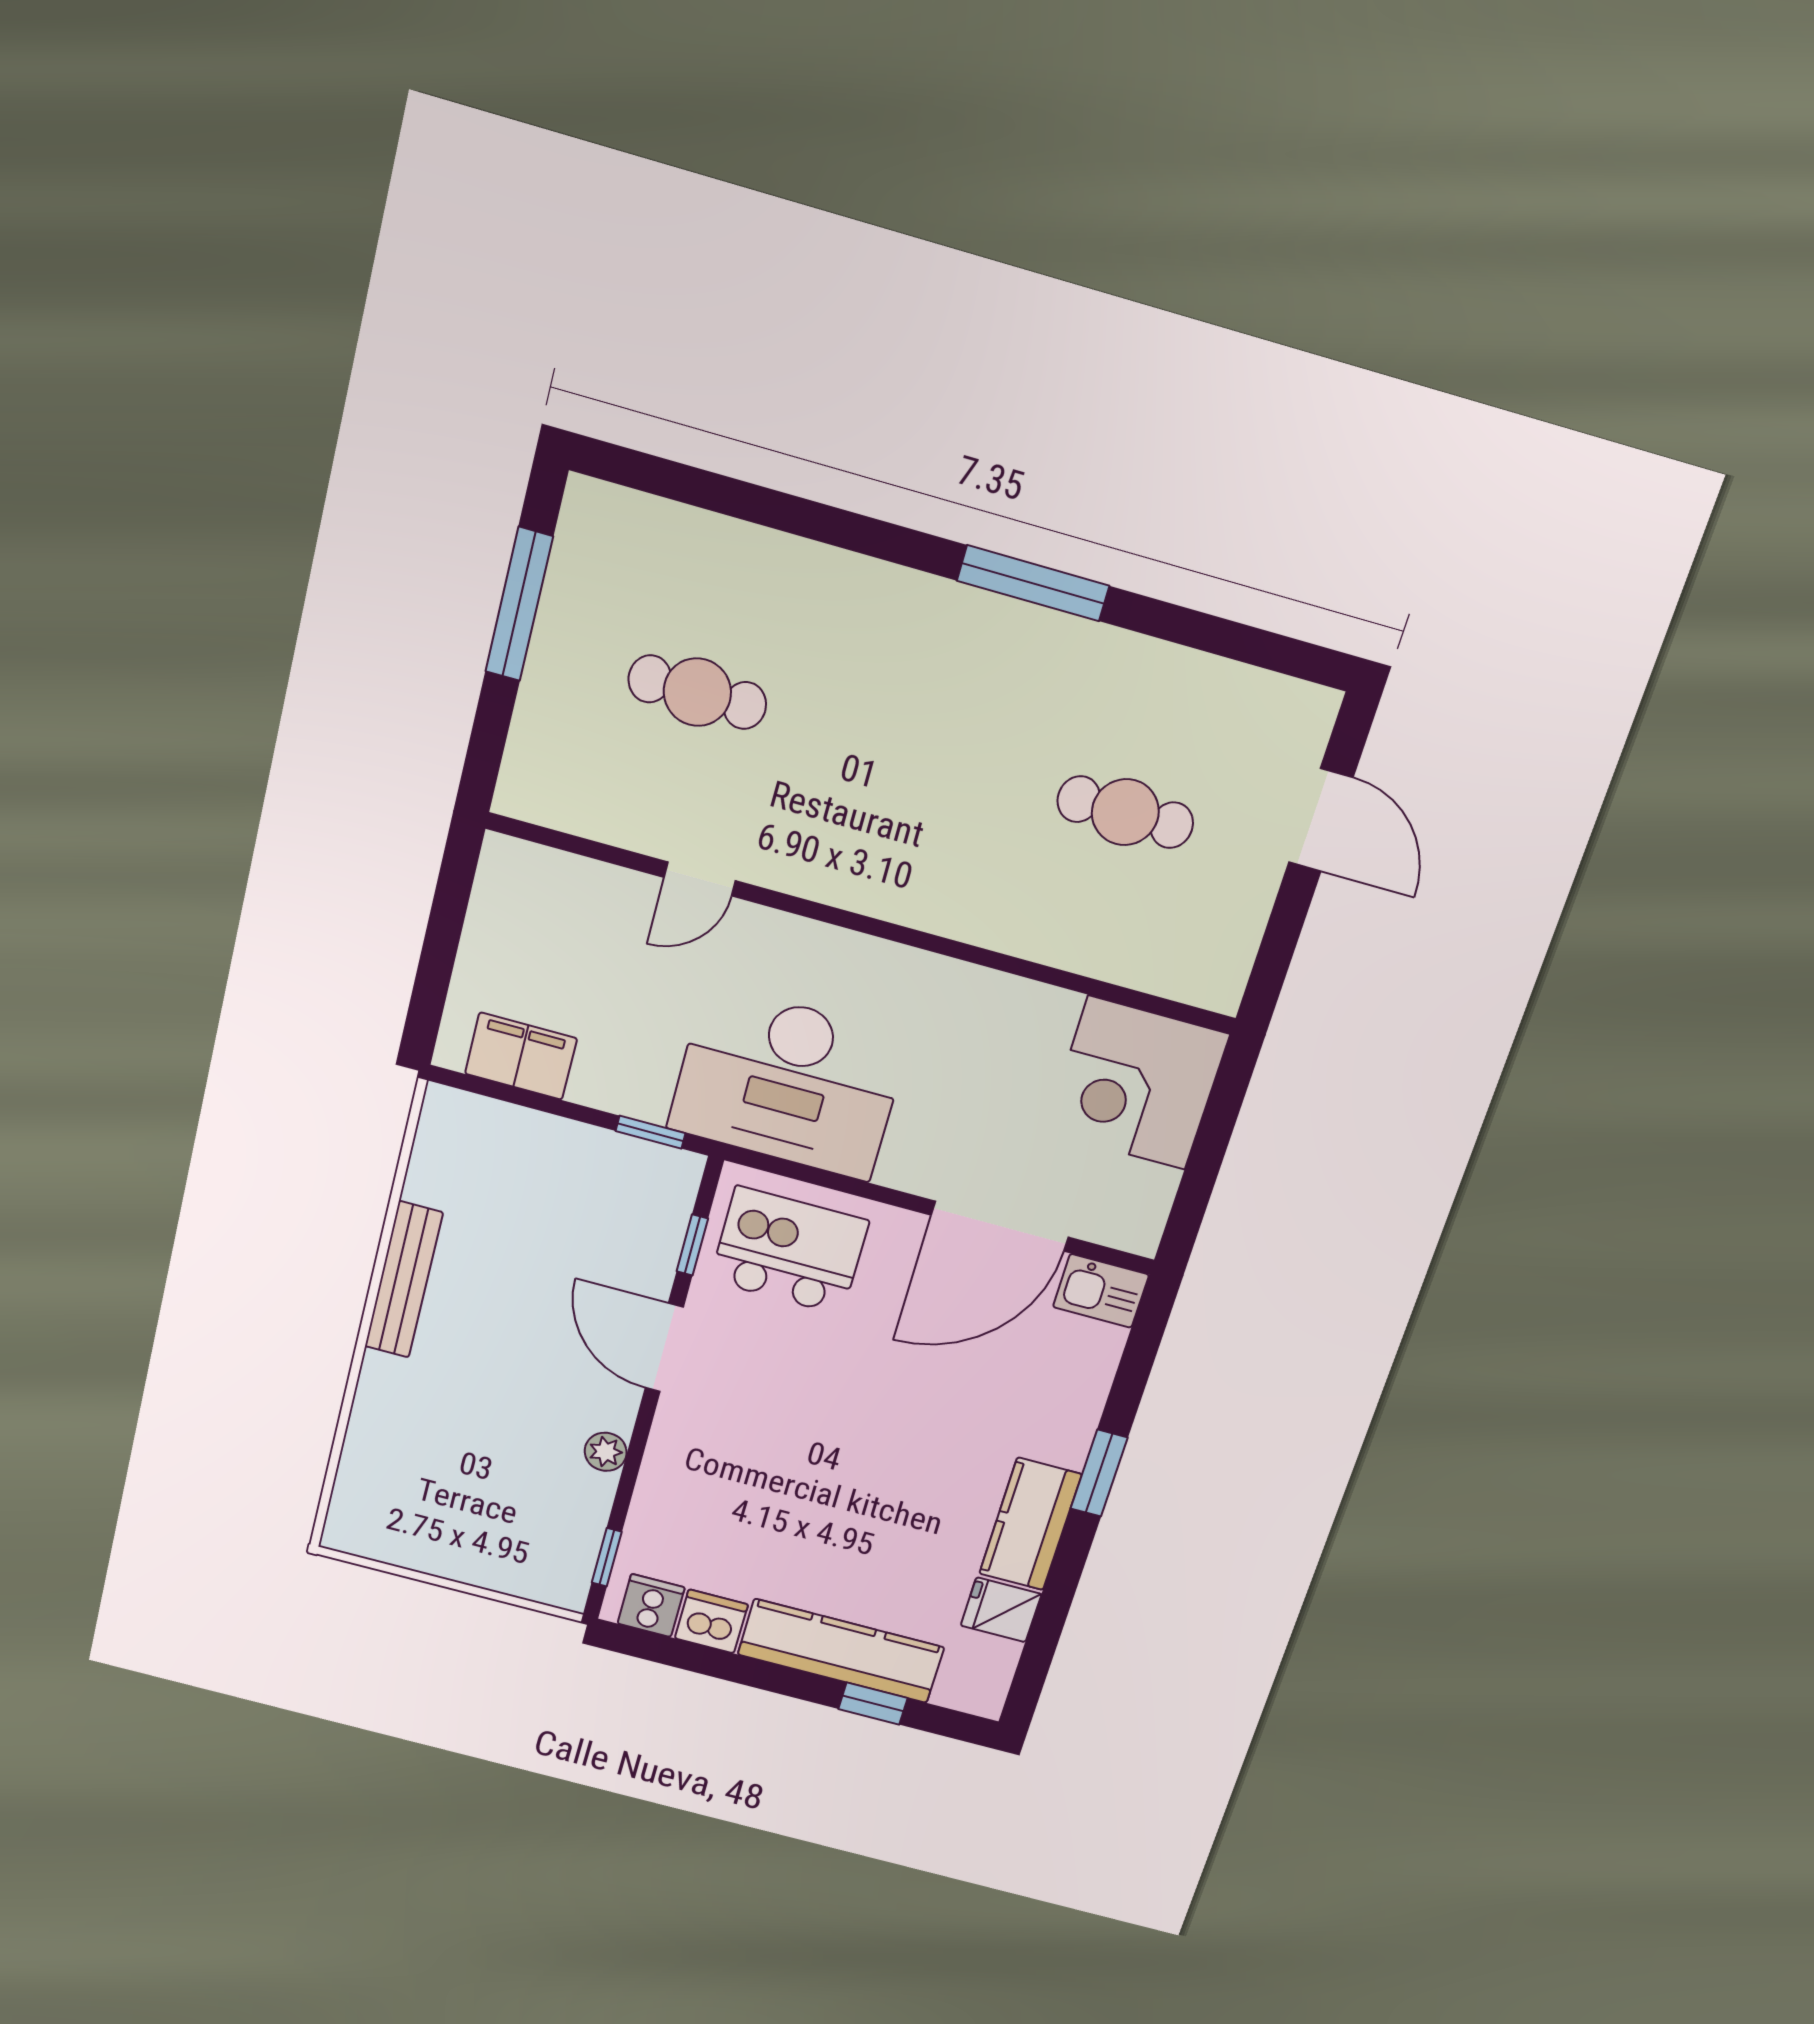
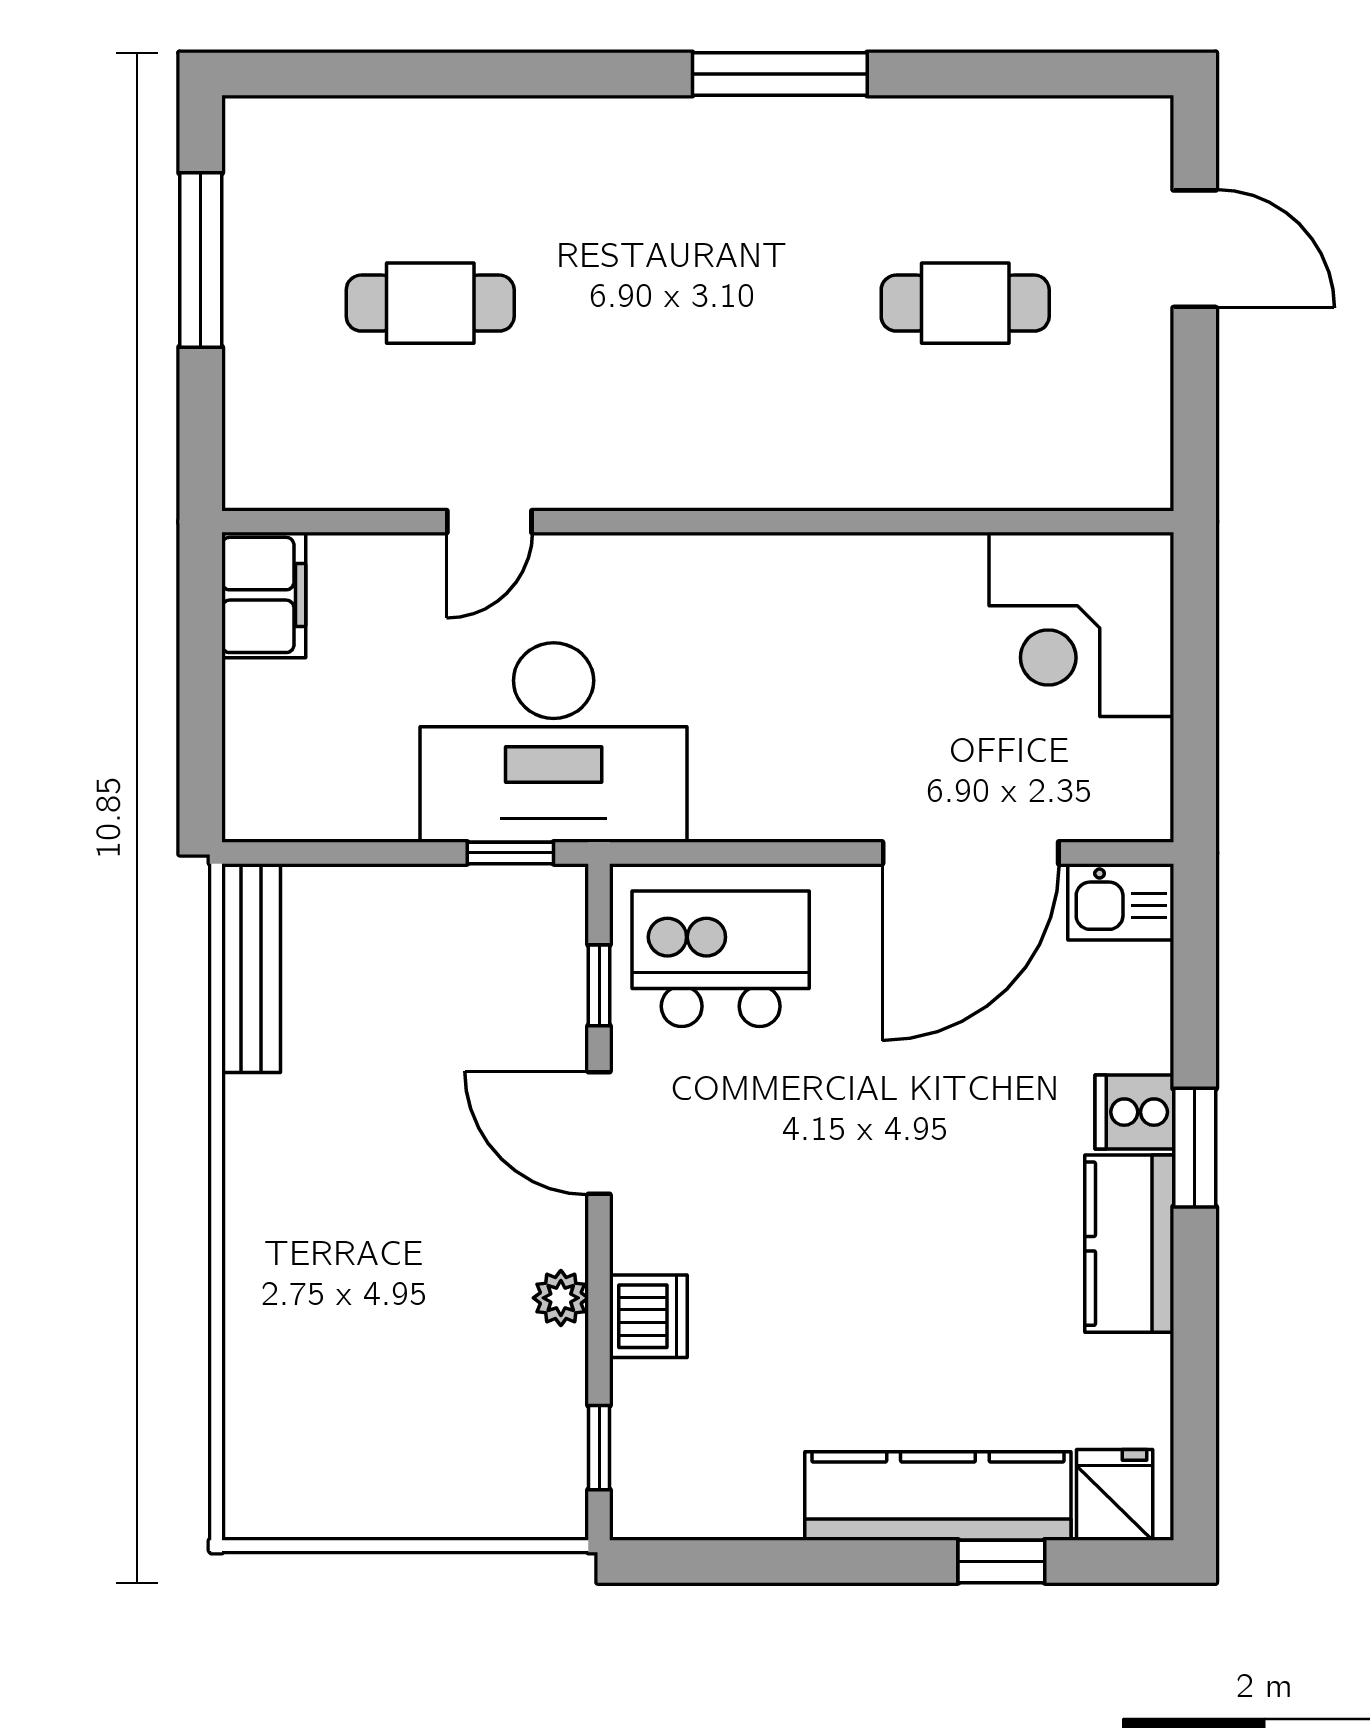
filing cabinet: (521, 1056) -> (264, 595), moved, turned 90
desk: (788, 1083) -> (554, 743), moved
bench: (404, 1280) -> (251, 968), moved
cooker: (651, 1606) -> (1134, 1112), moved, turned -90
fridge: (1001, 1610) -> (1115, 1495), moved, turned 90
dishwasher: (711, 1621) -> (648, 1316), moved, turned 90

